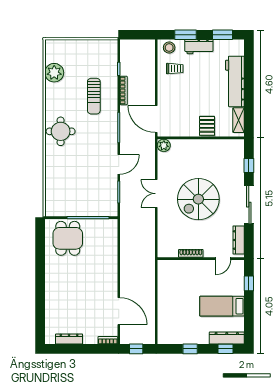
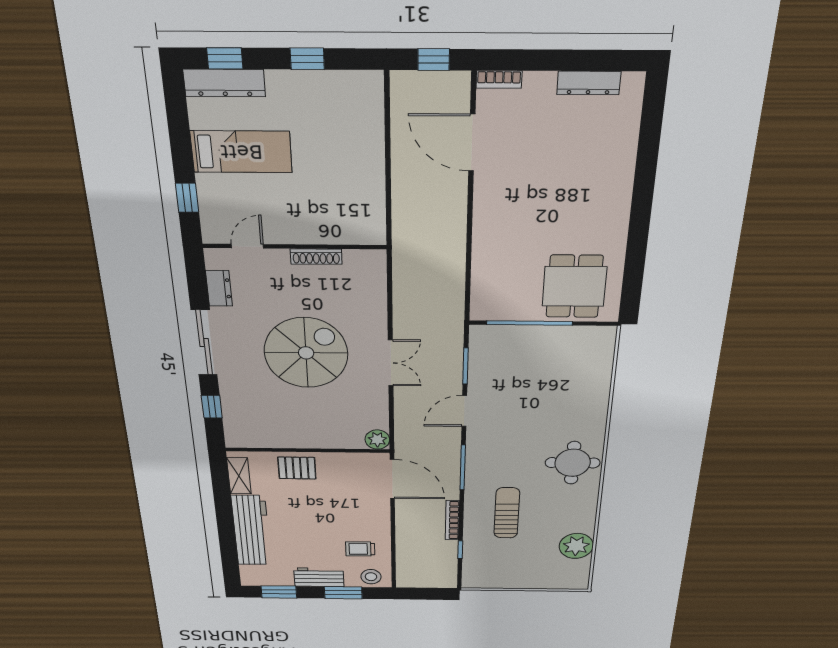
pallet: (207, 126) -> (297, 468), turned 90
dresser: (239, 240) -> (219, 288), width x0.70

